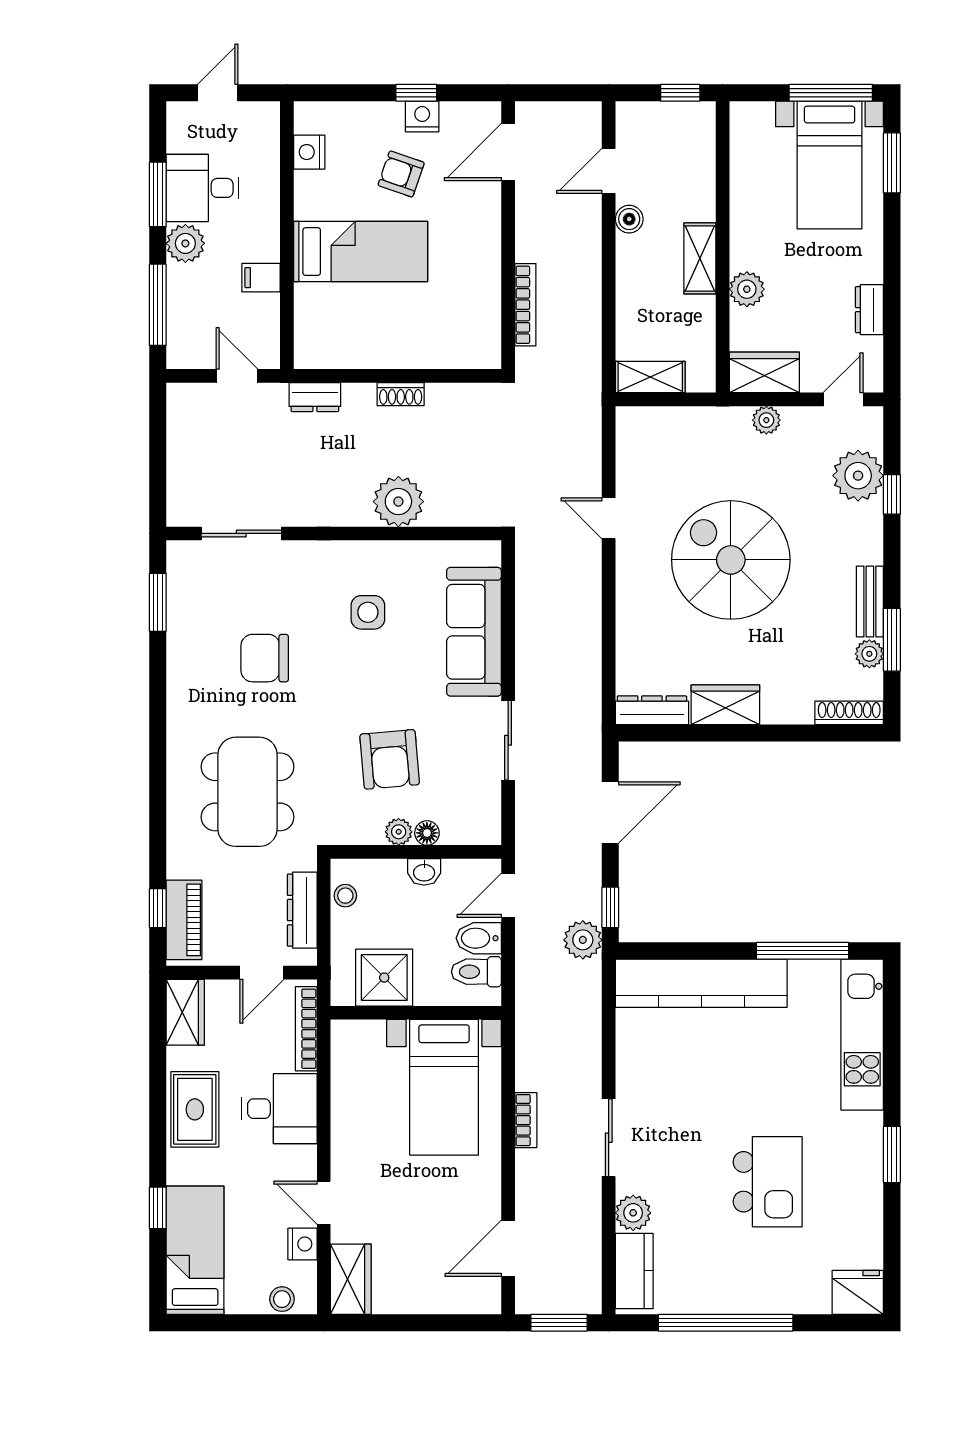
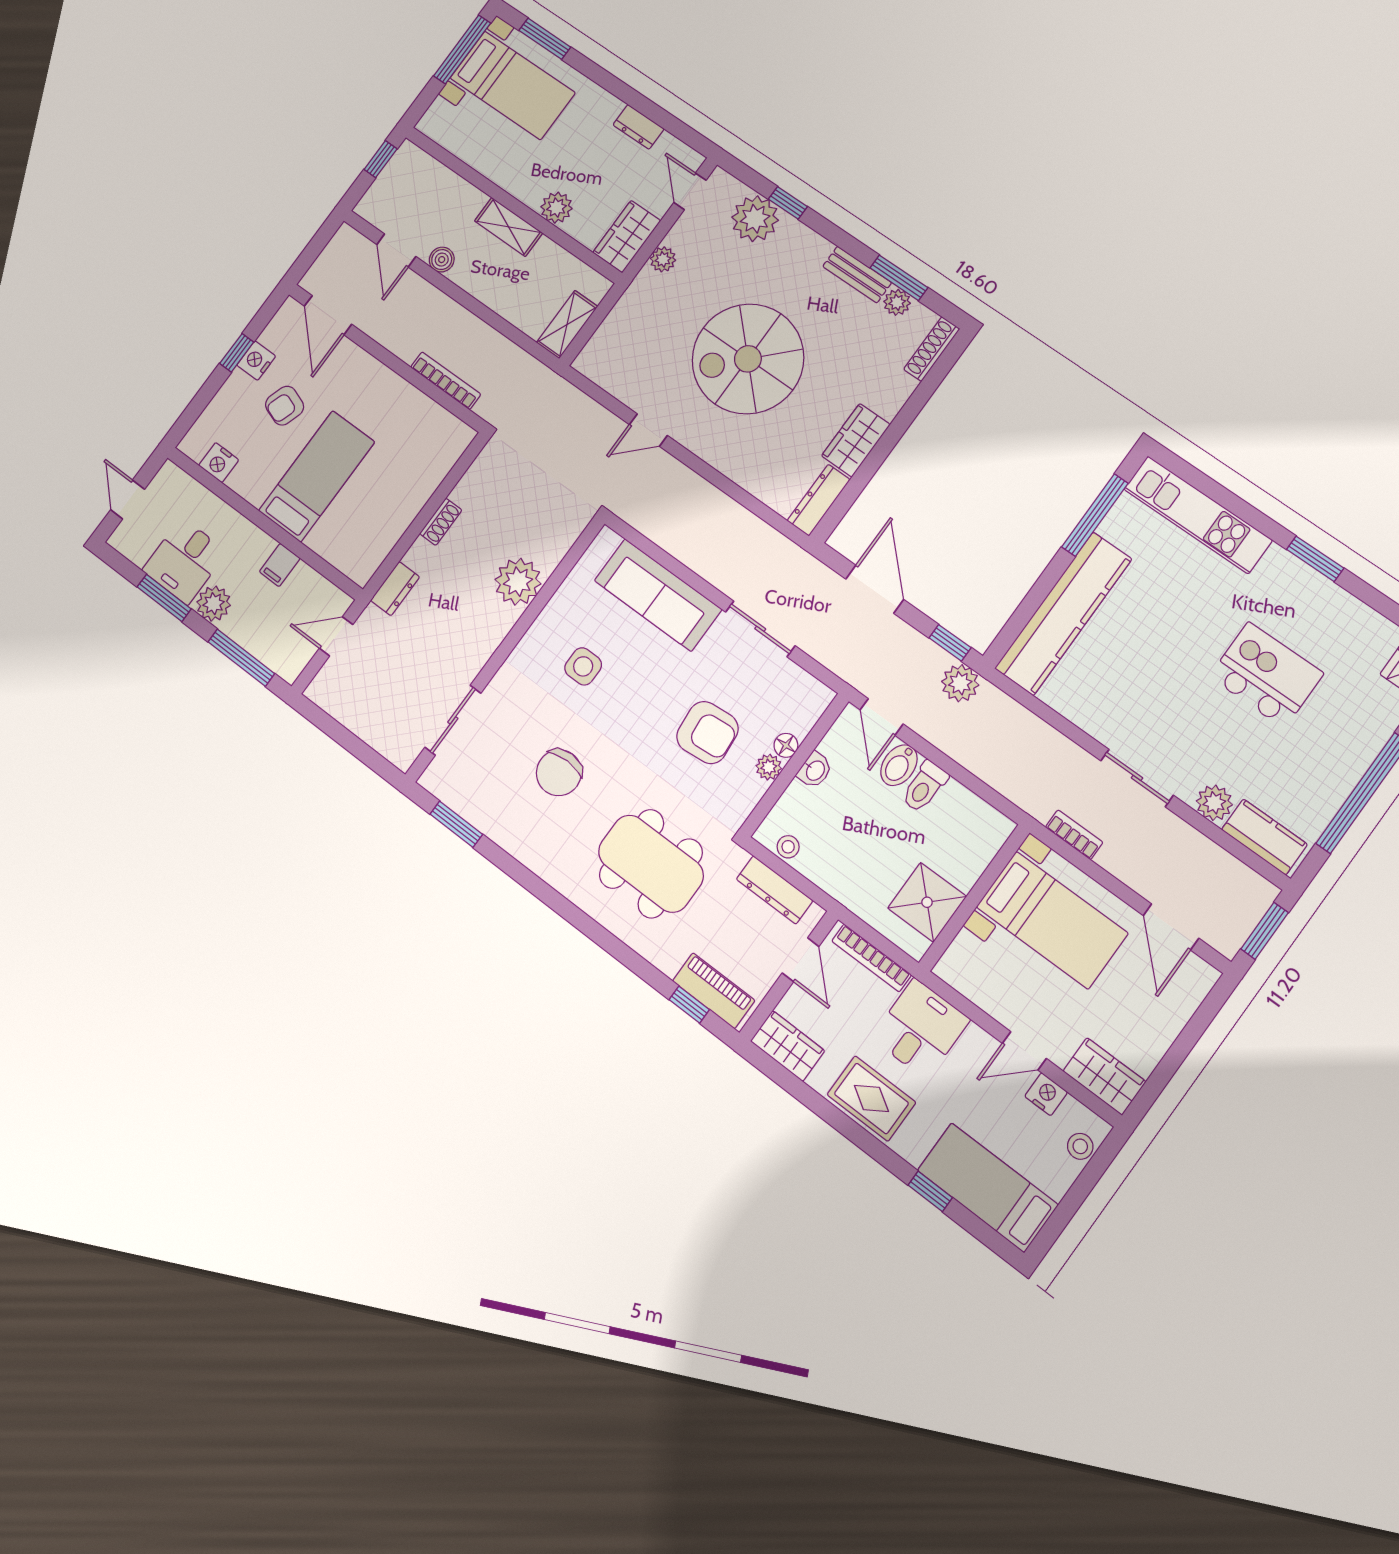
shower: (384, 978) -> (927, 902), moved
wall: (416, 1013) -> (974, 898), moved
bed with nightstands: (444, 1087) -> (1052, 920), moved

